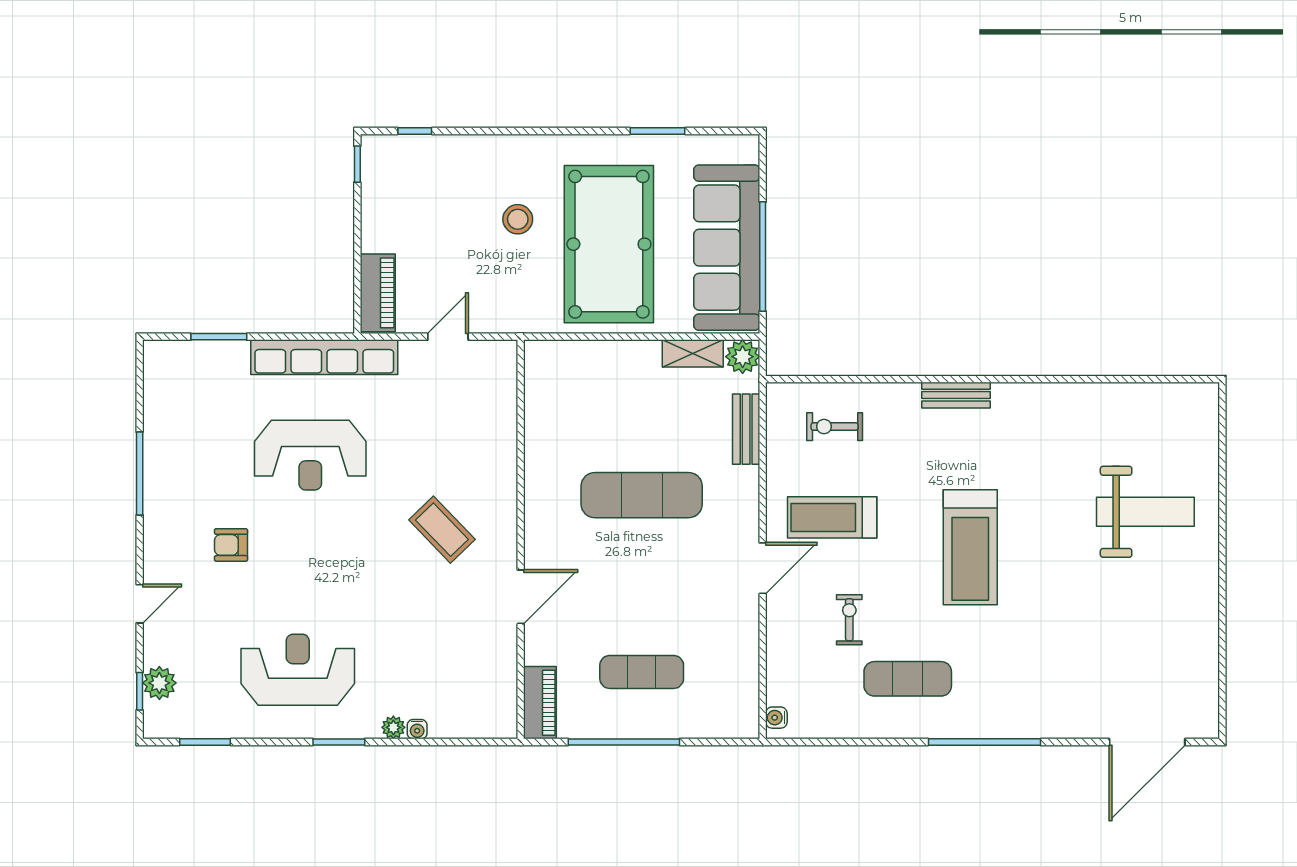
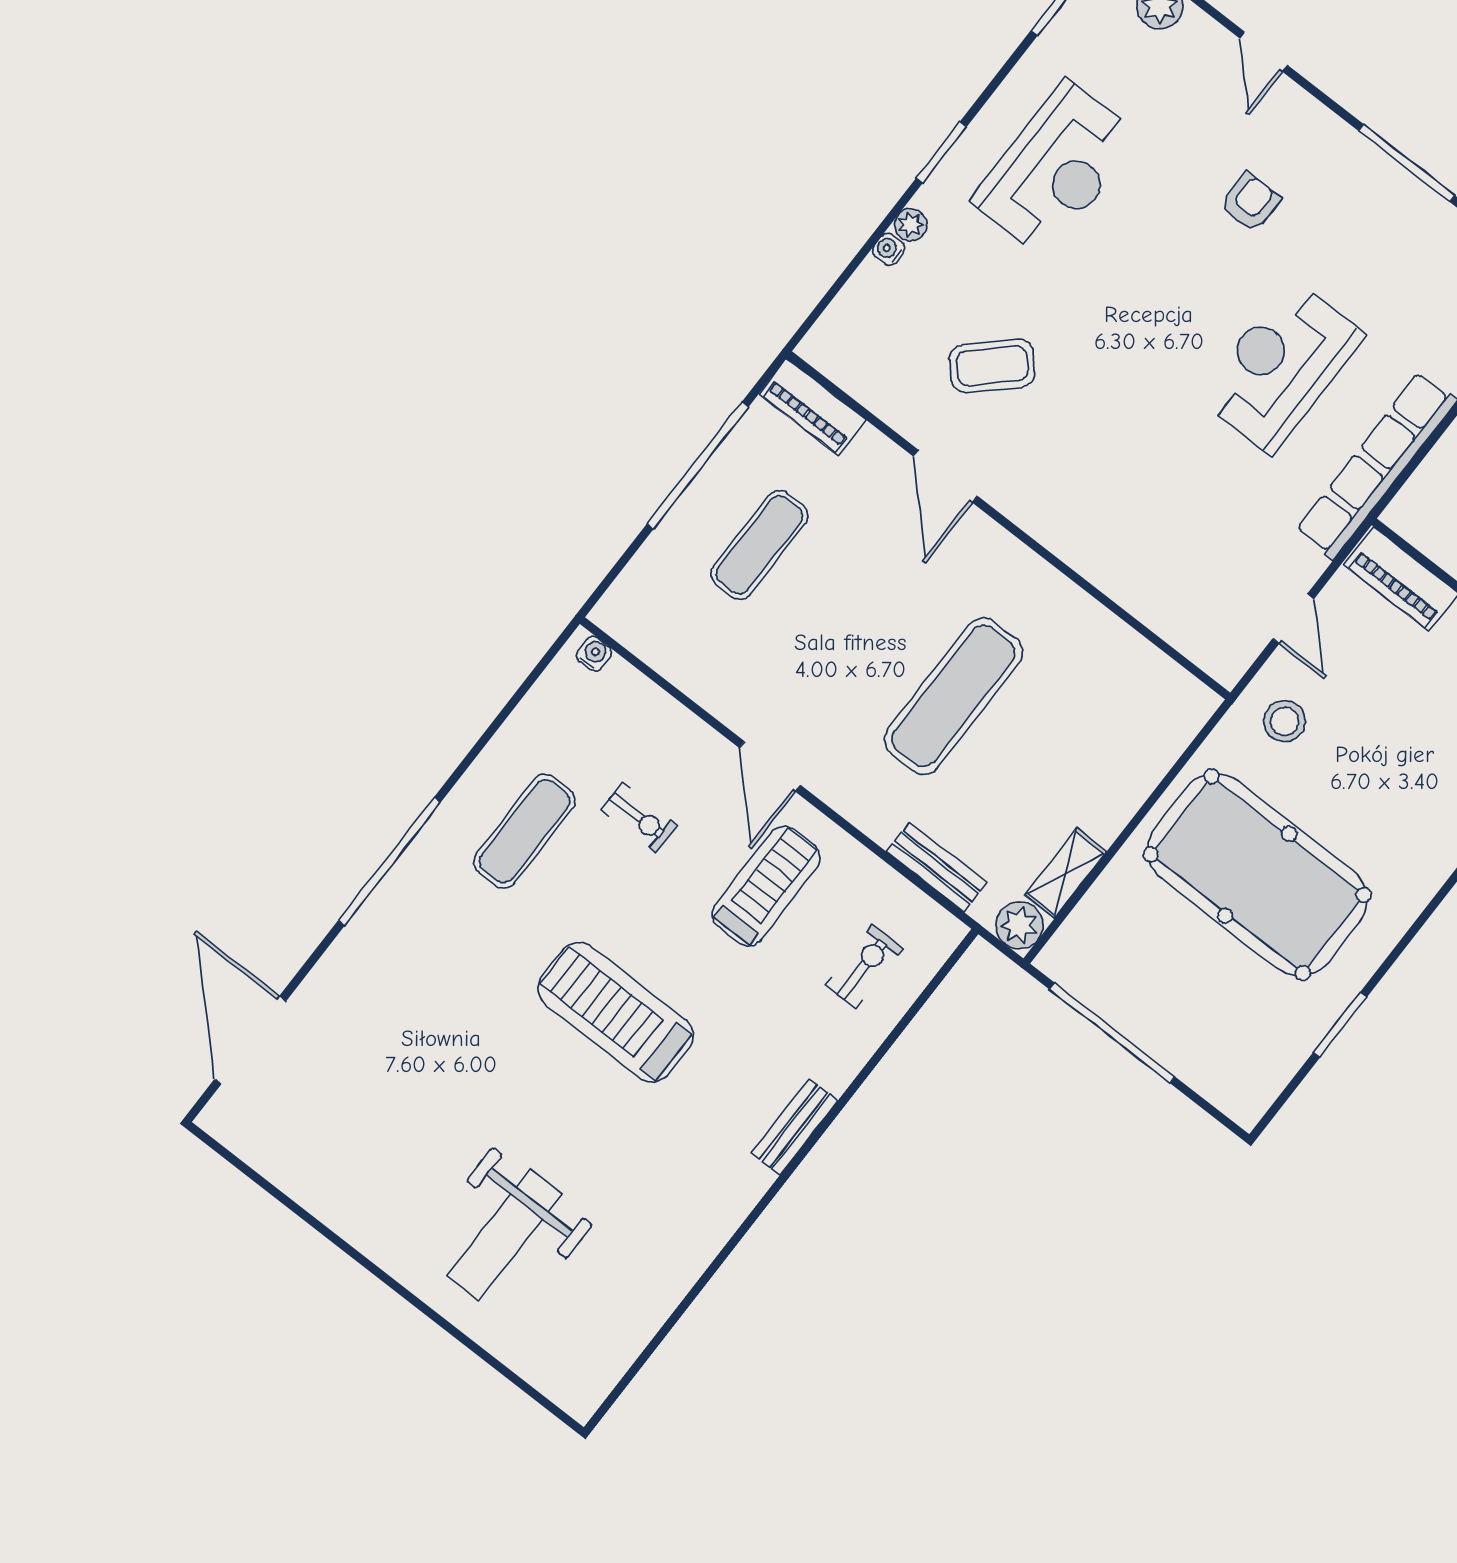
stool: (518, 219) -> (1285, 721), moved
sofa: (727, 248) -> (1153, 1001), removed
coffee table: (442, 530) -> (992, 366), moved

